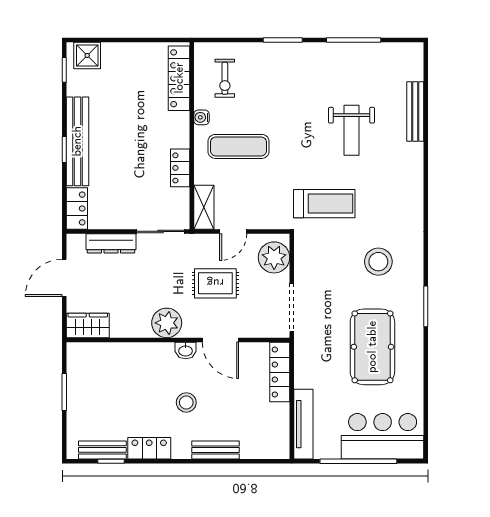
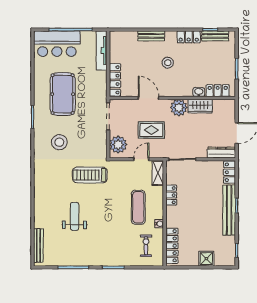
shower: (87, 55) -> (206, 259), moved
bench: (415, 112) -> (38, 246), moved
exercise mat: (239, 146) -> (138, 207), turned 90
dresser: (111, 243) -> (221, 153), moved
wardrobe: (88, 325) -> (200, 106), moved
washbasin: (186, 350) -> (199, 92), moved
locker: (98, 353) -> (218, 91), added

